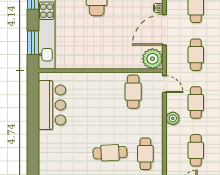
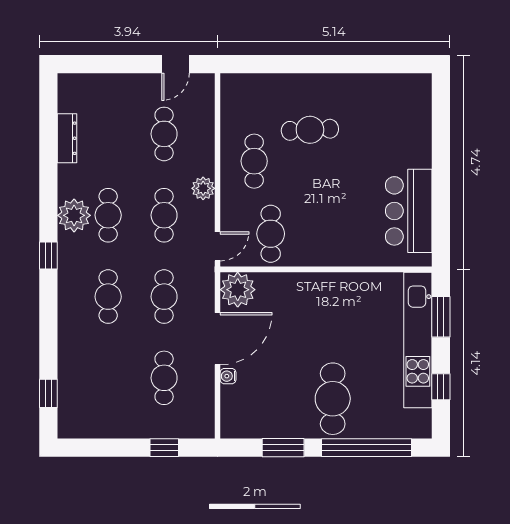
door: (164, 84) -> (217, 246), swing flipped
cafe table: (145, 154) -> (254, 161), moved

